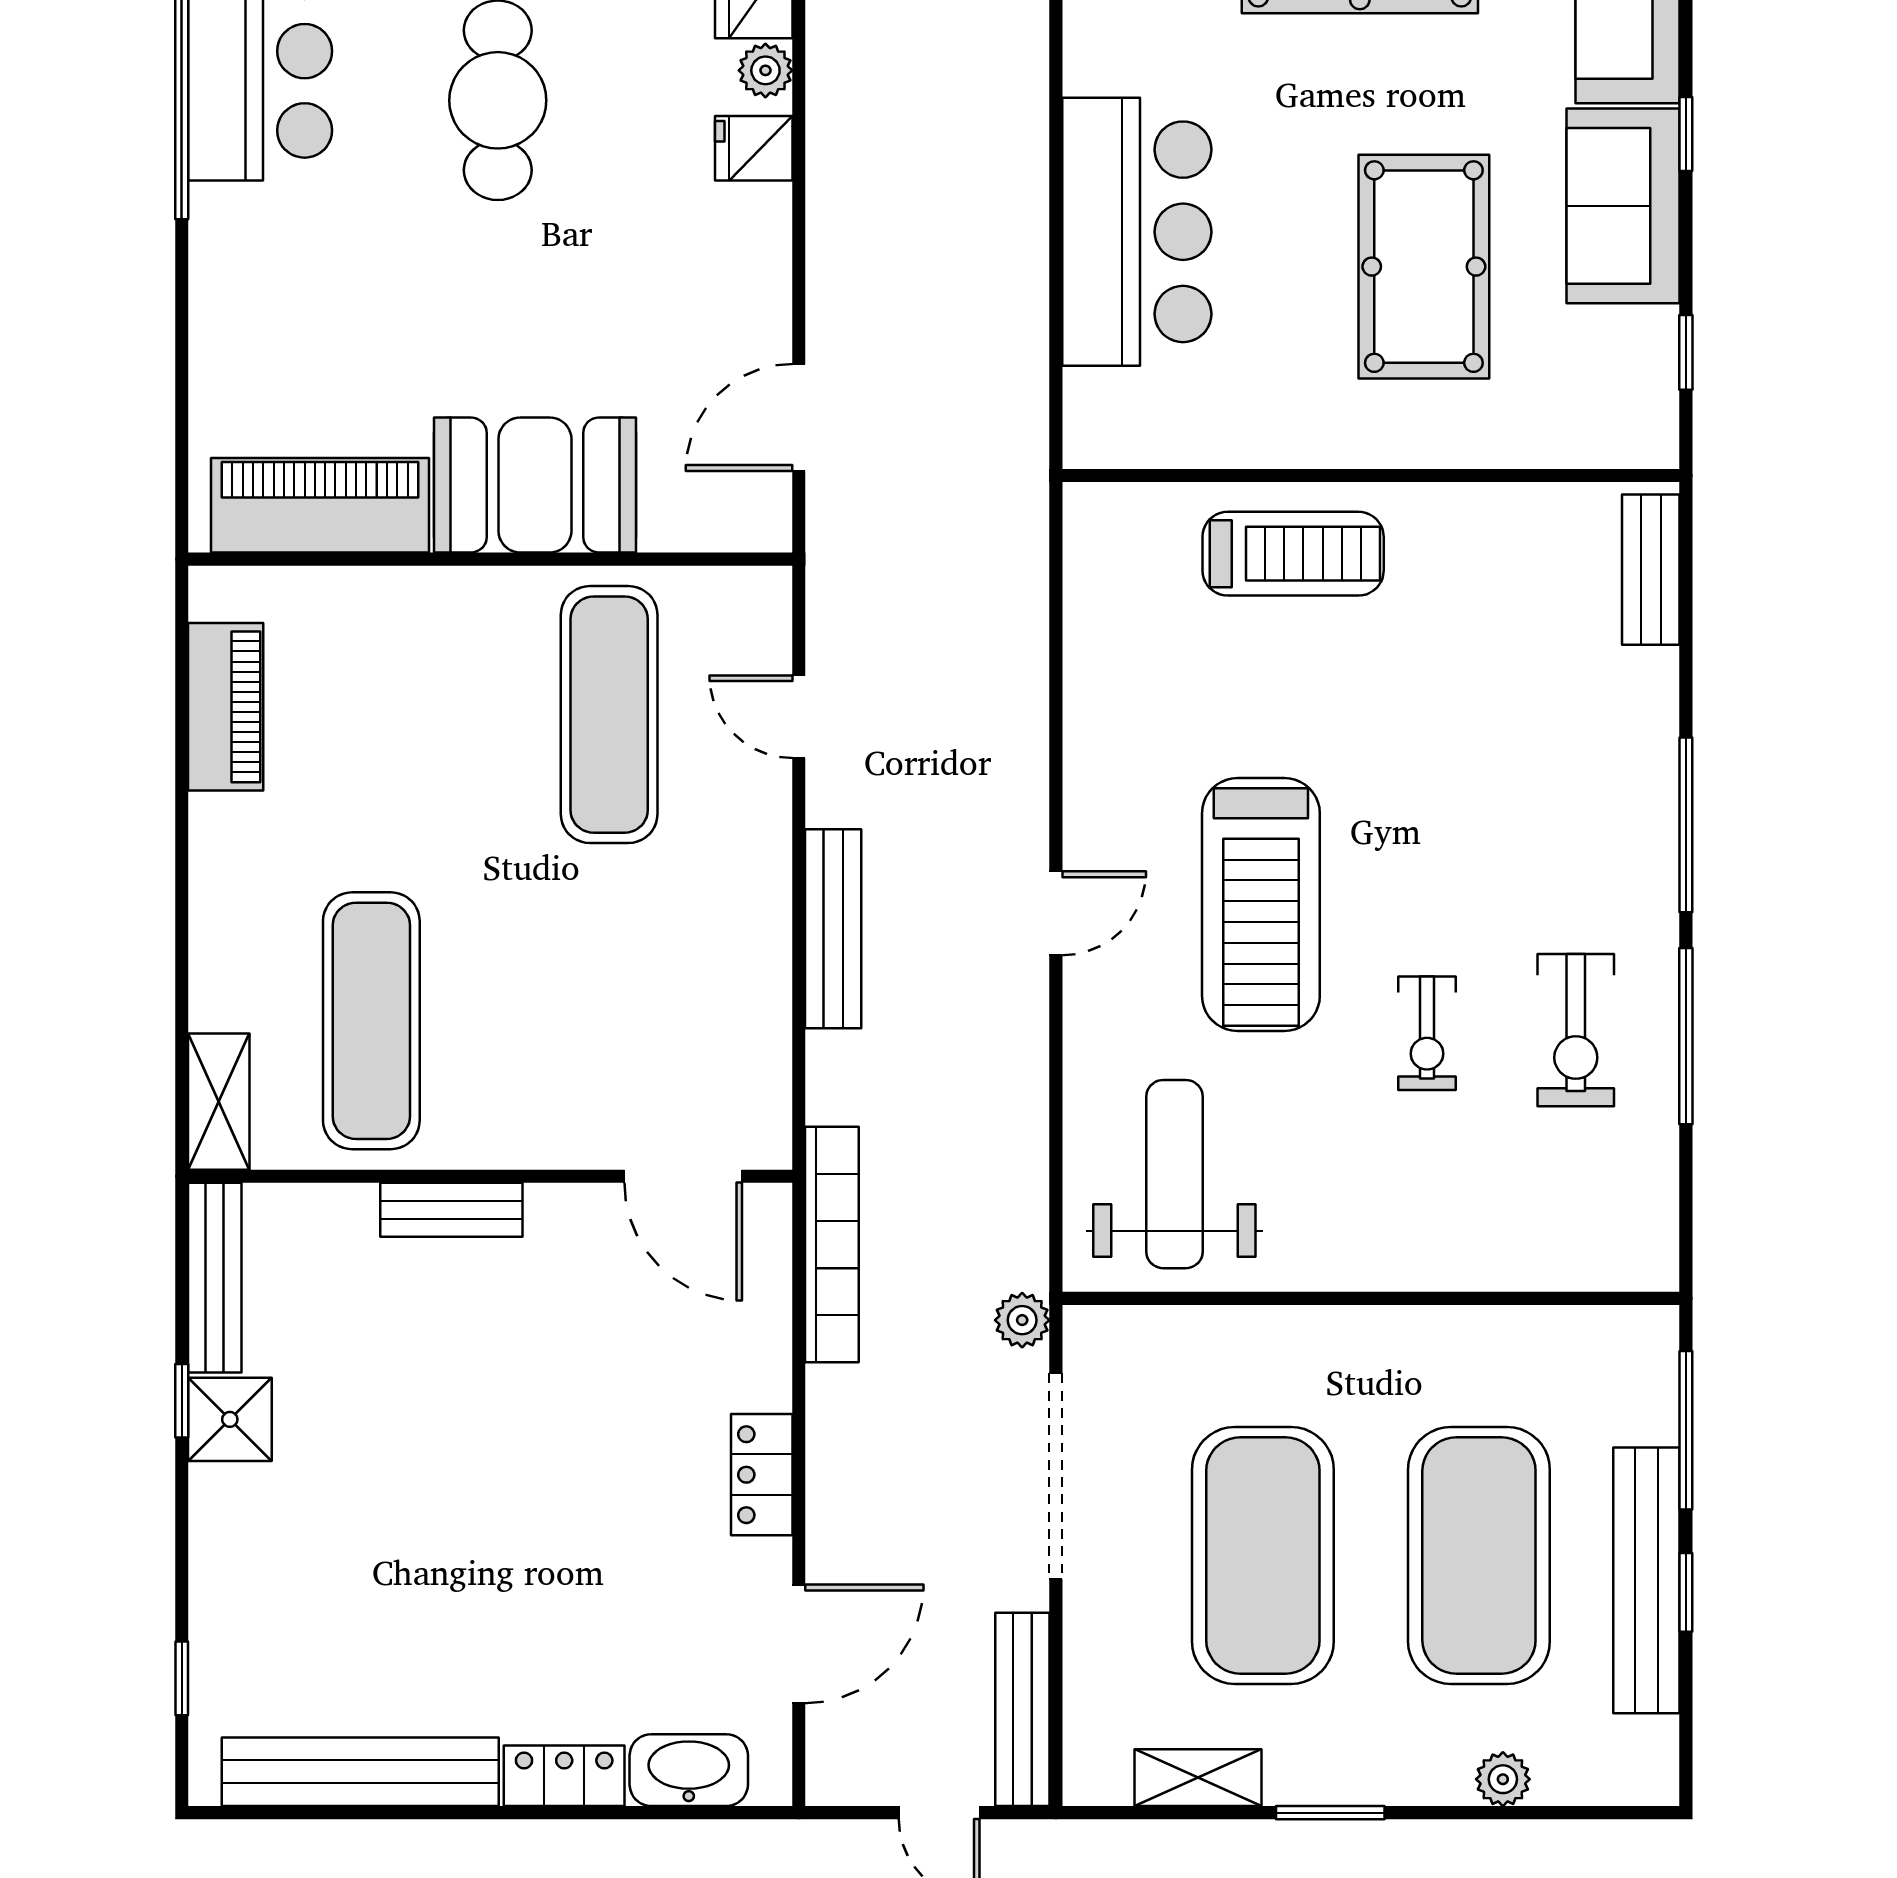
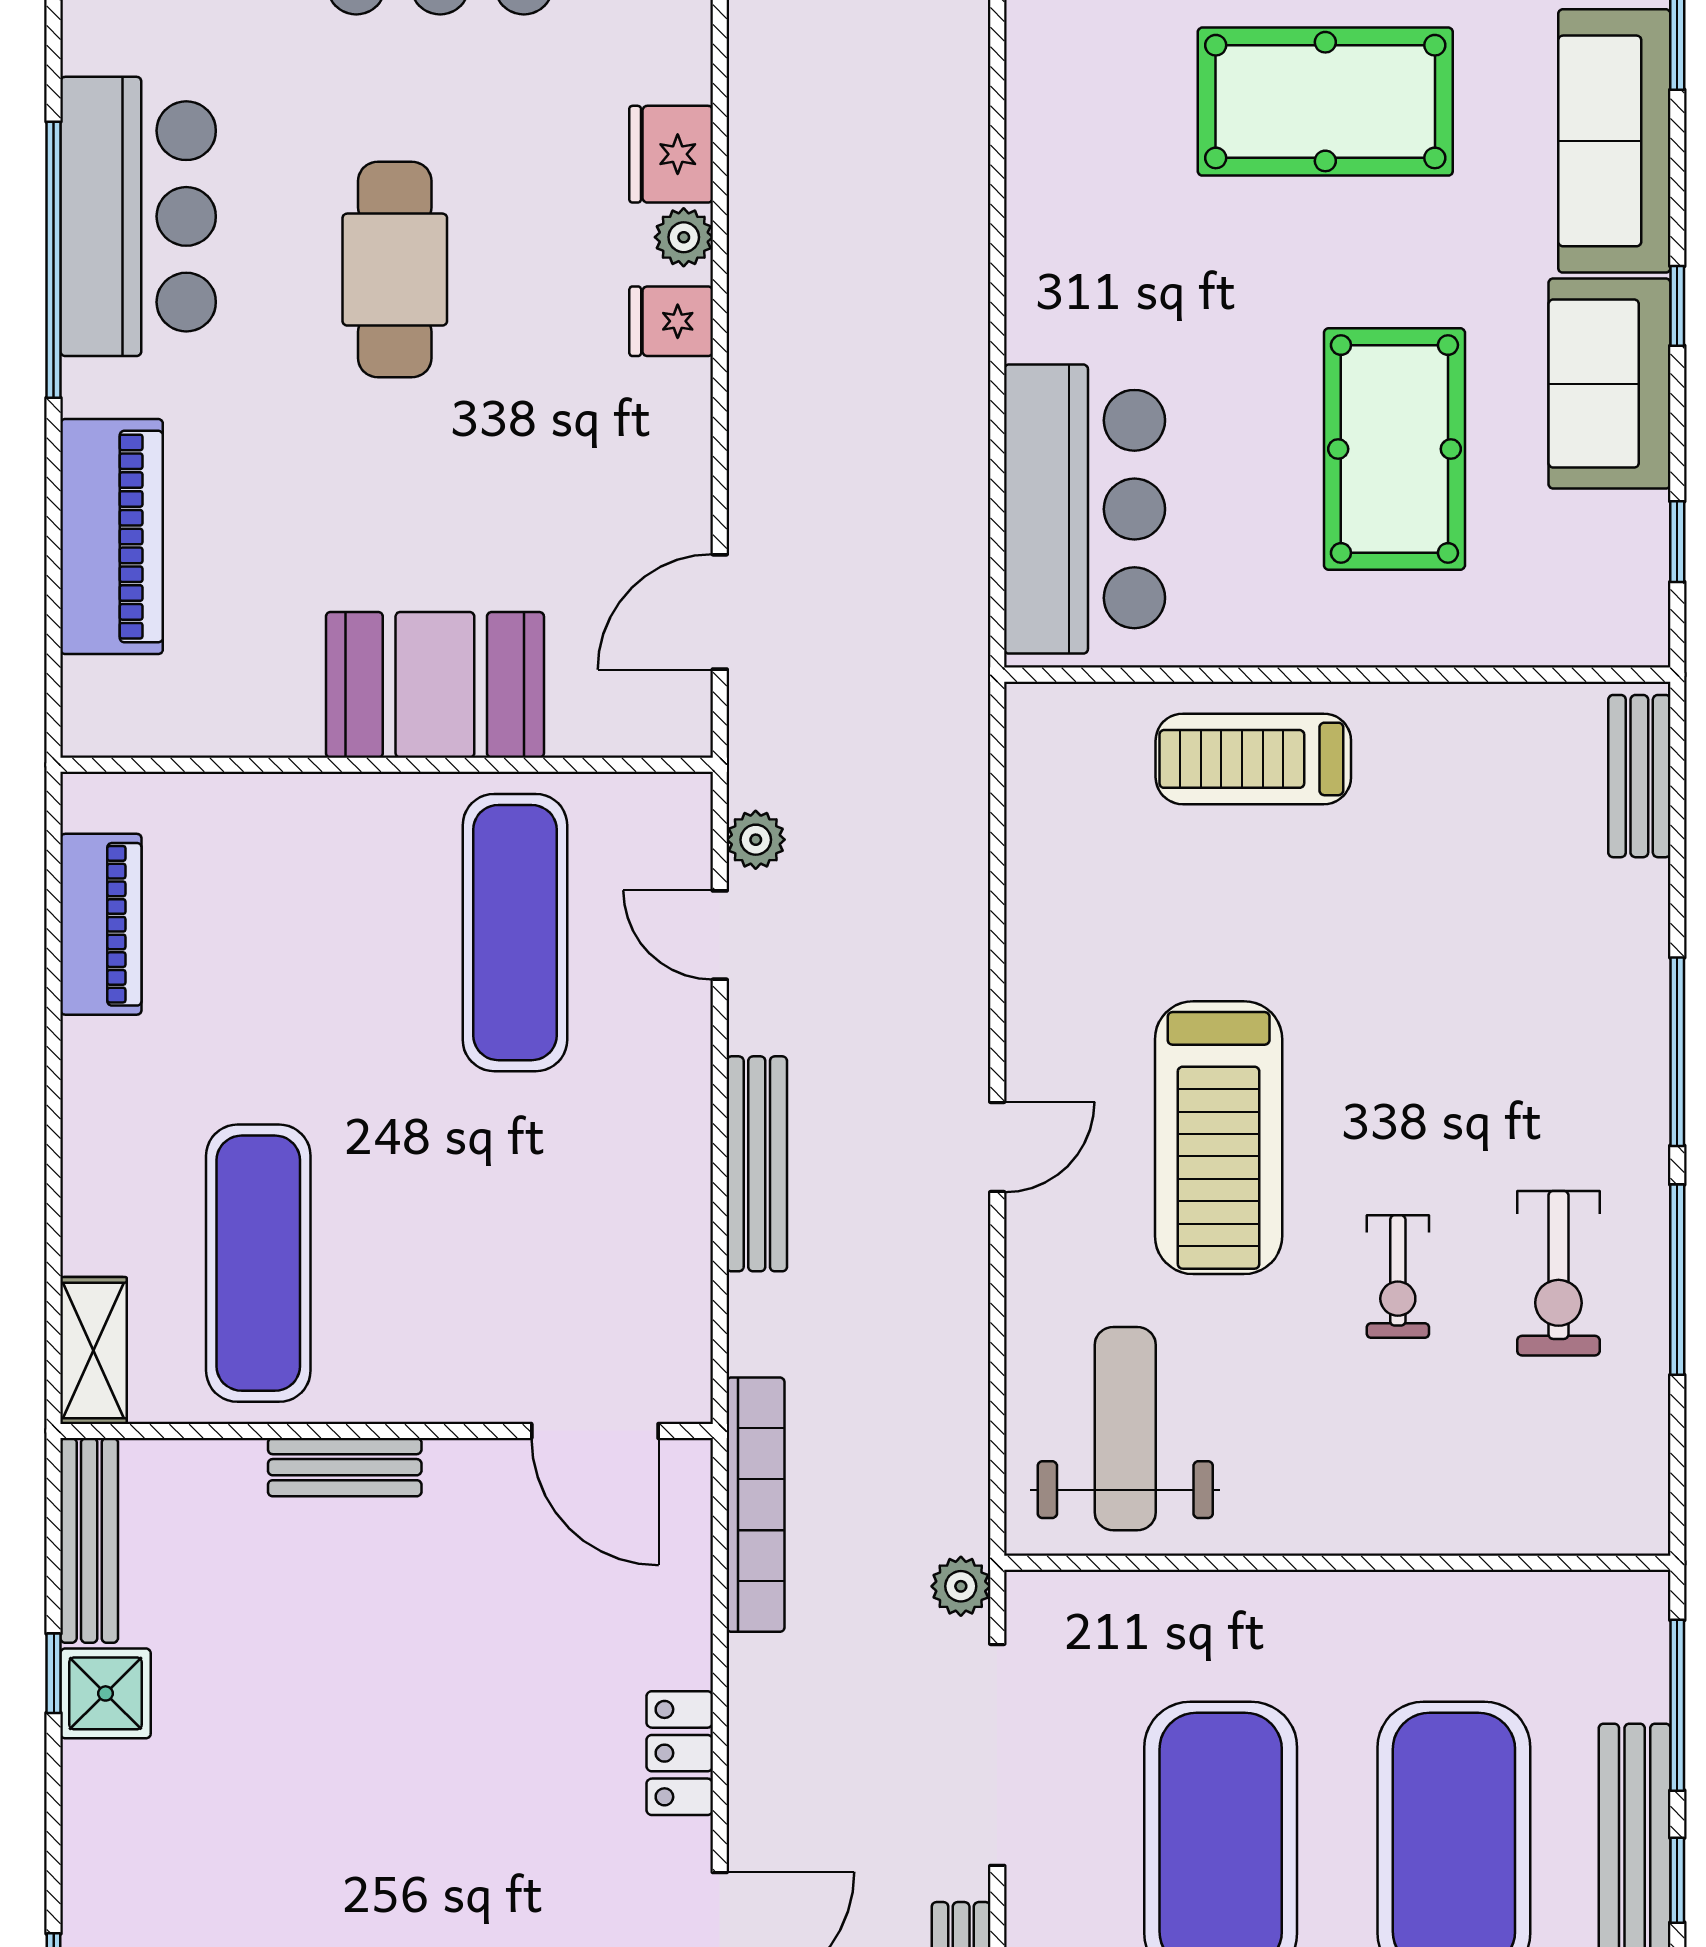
bar counter: (1137, 232) -> (1085, 509), moved
piano: (320, 505) -> (112, 537), moved, turned 90
treadmill: (1293, 554) -> (1253, 759), turned 180
plant: (832, 628) -> (756, 840), added

